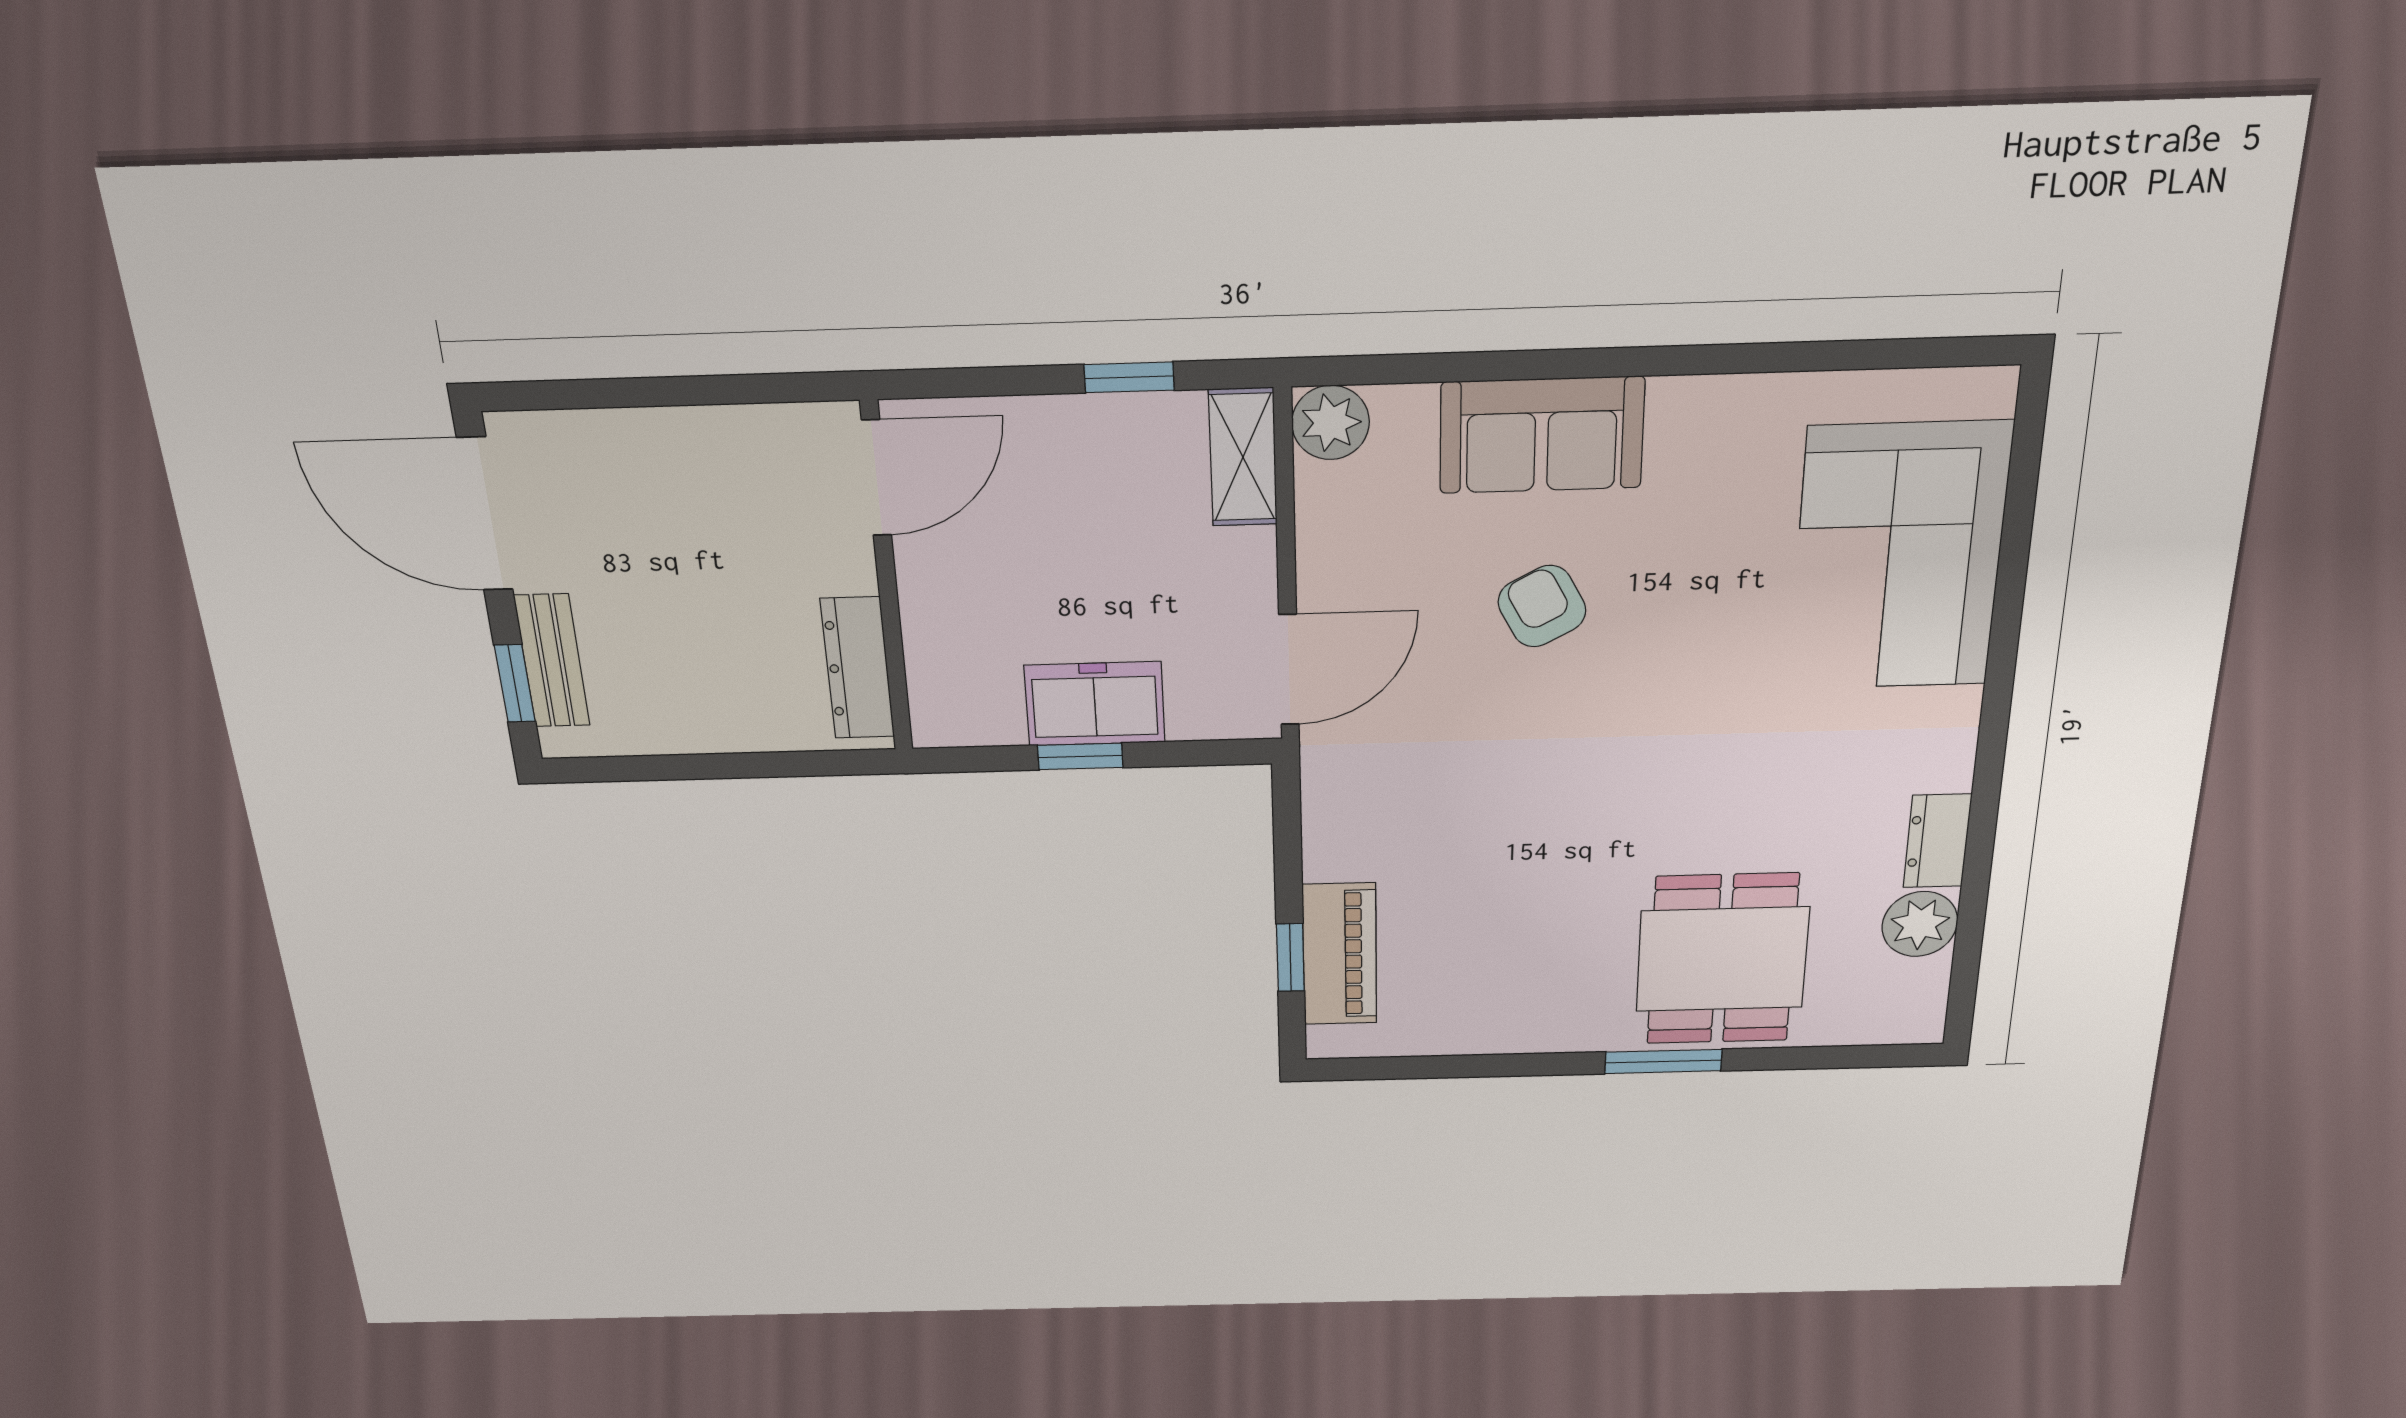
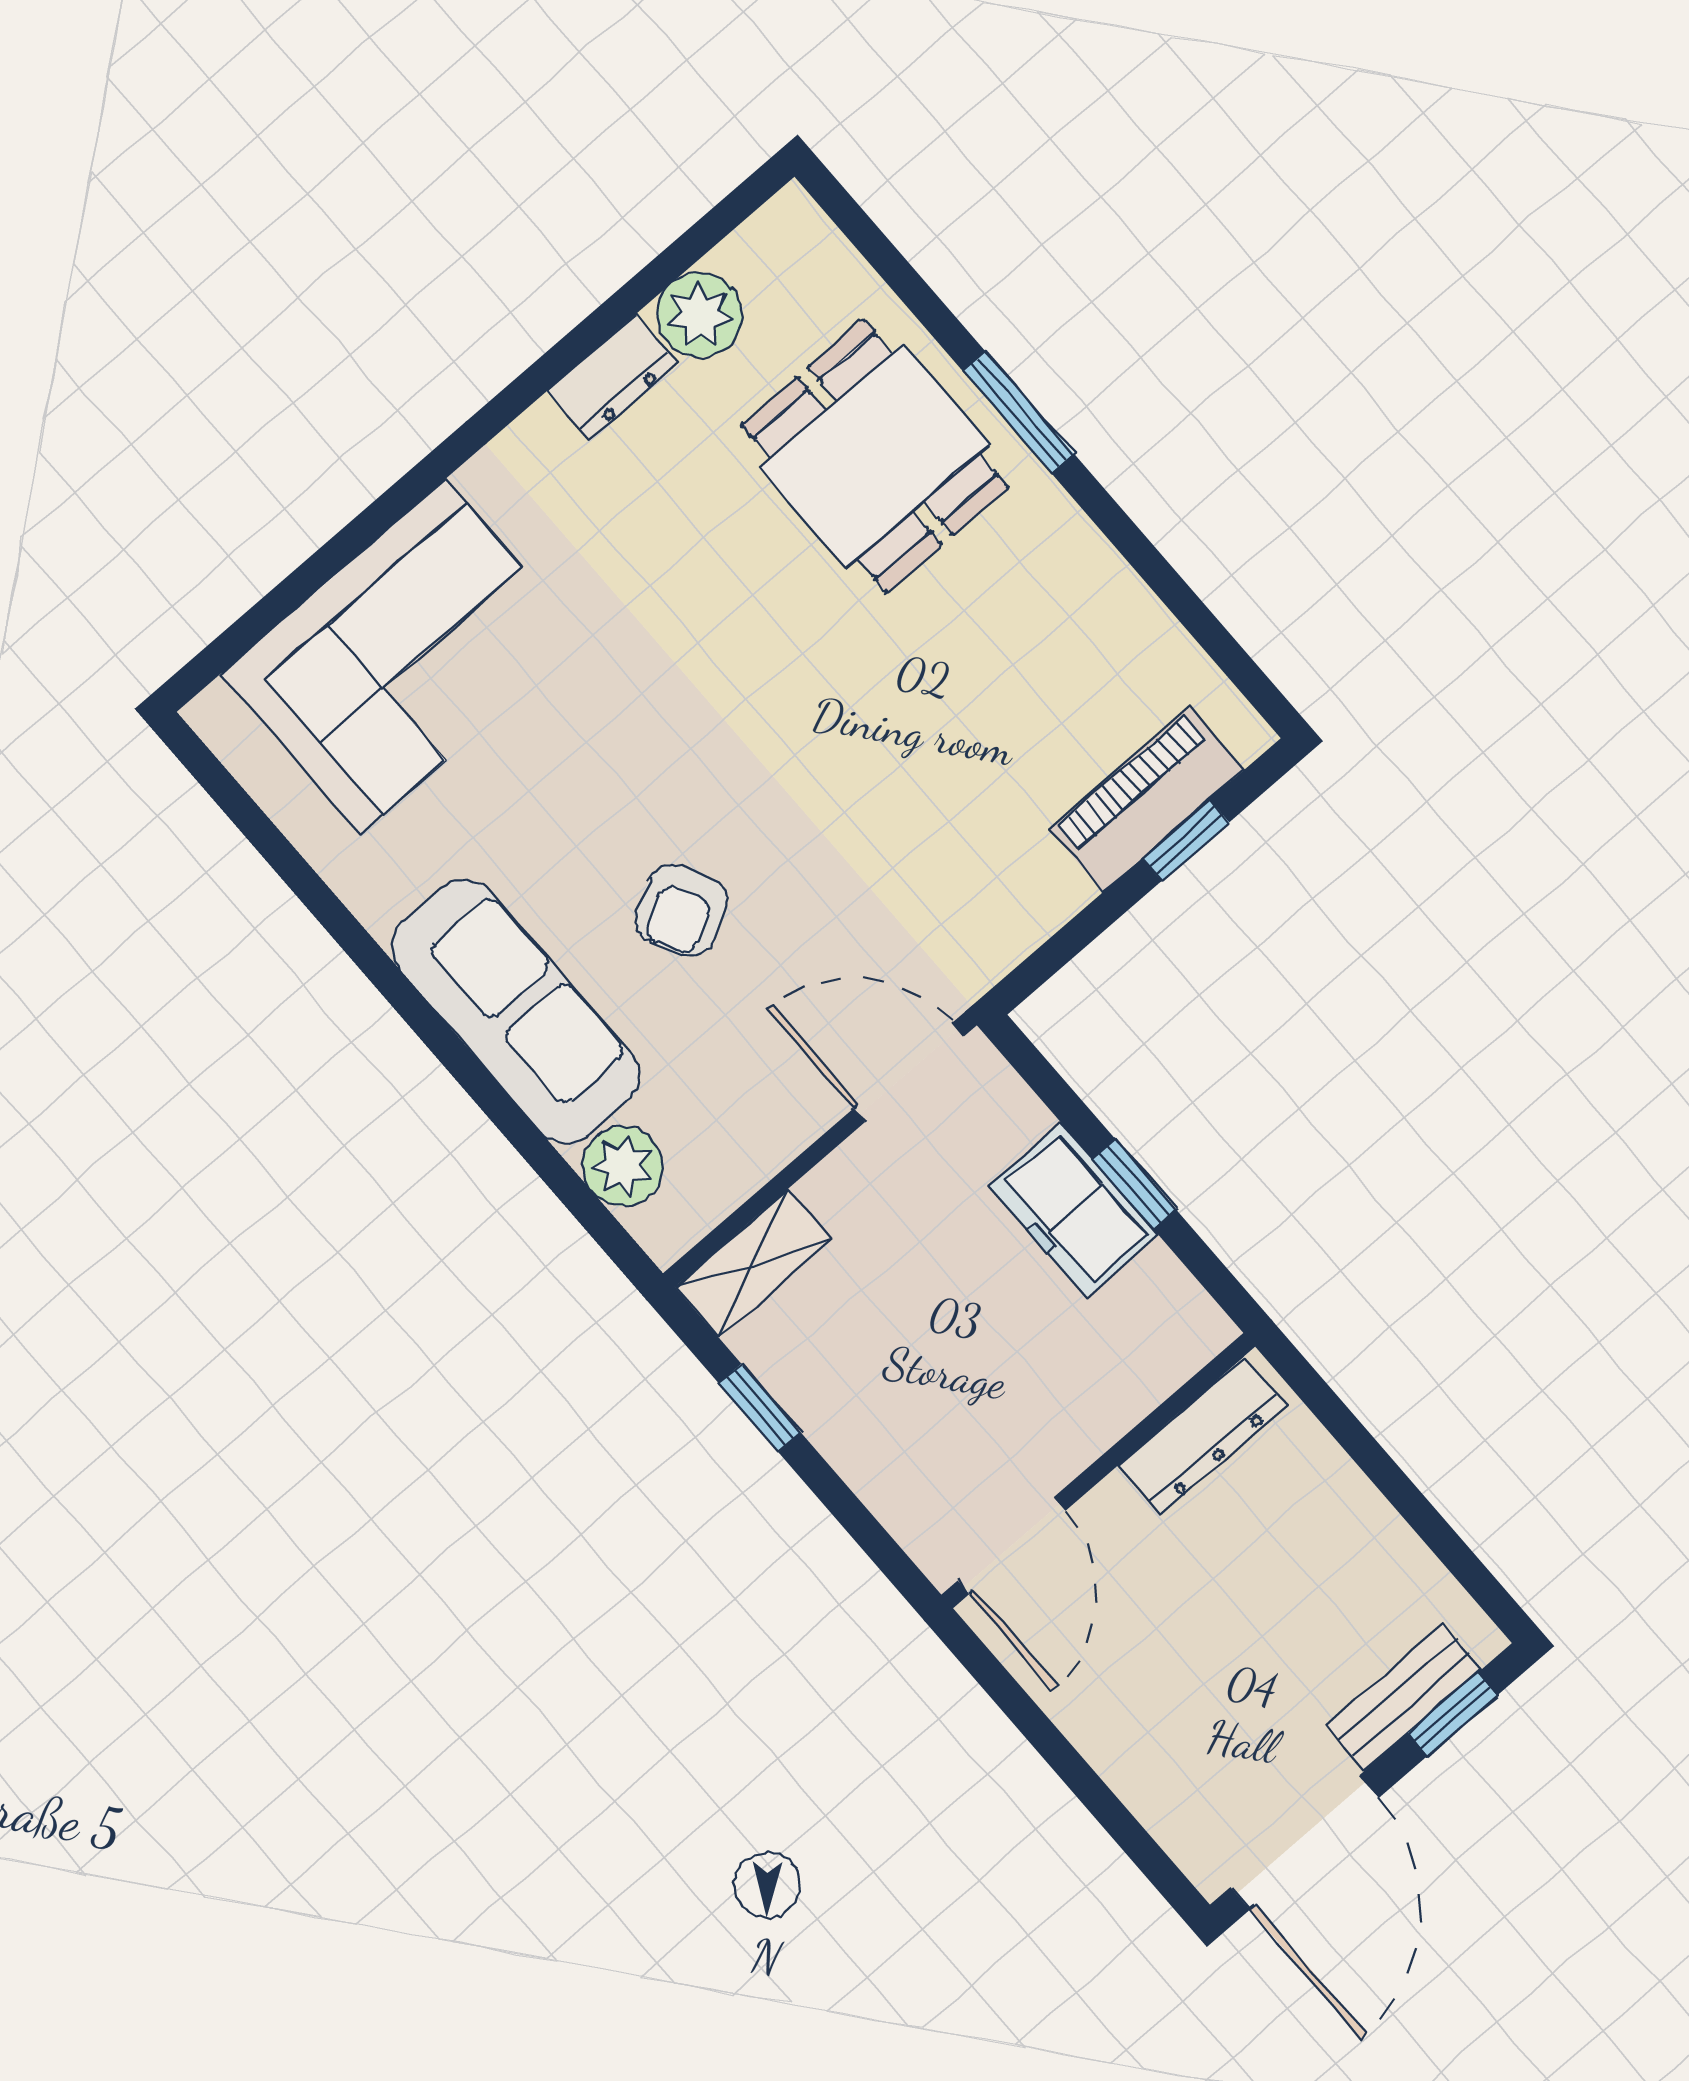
plant: (1331, 423) -> (623, 1166), moved
sofa: (1542, 435) -> (515, 1011), width x1.36
door: (877, 478) -> (1012, 1546), swing flipped
dining table: (1722, 959) -> (875, 456), turned 90

